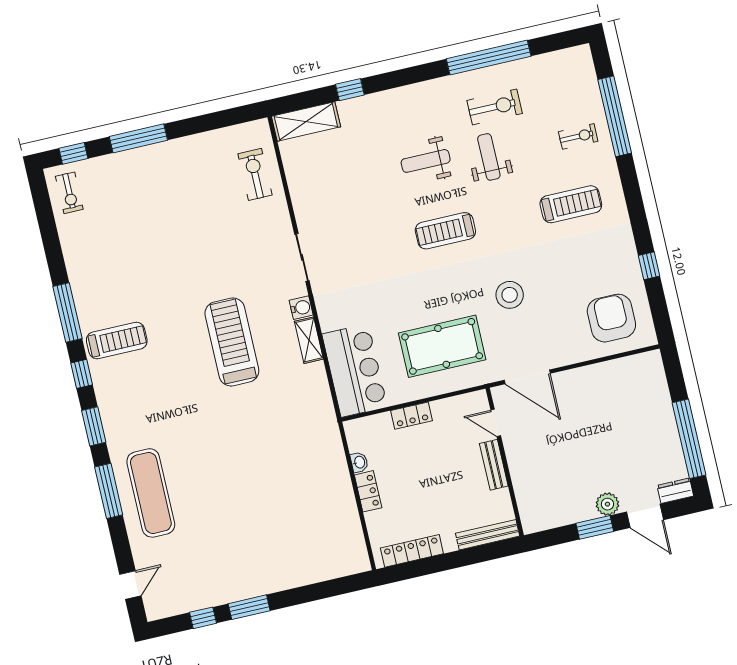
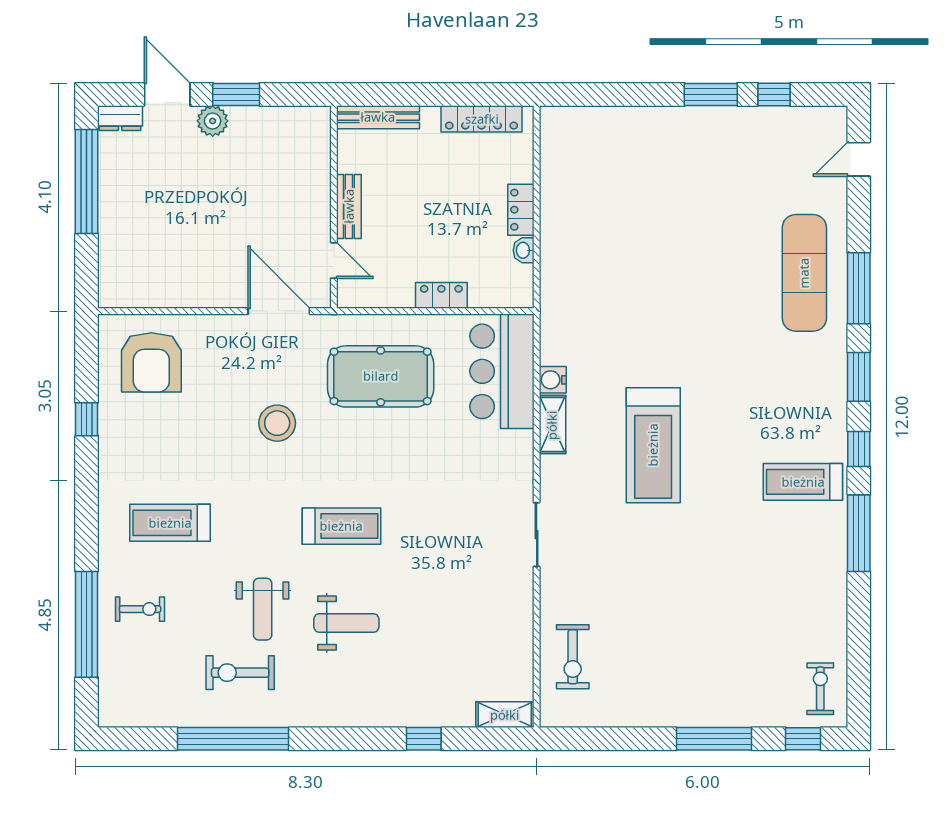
shelving: (306, 122) -> (505, 715), width x0.67, depth x0.75
exercise bike: (578, 136) -> (140, 609), turned 180
water cooler: (301, 308) -> (553, 380), moved

